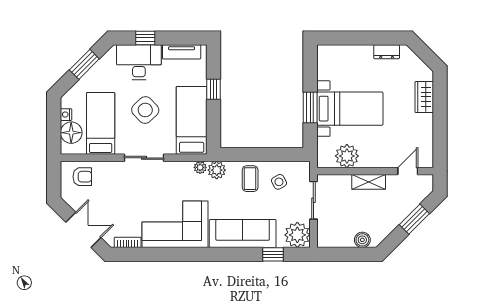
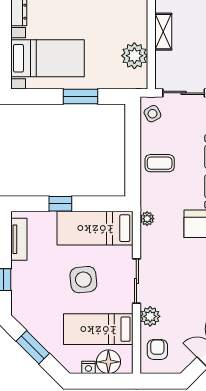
desk: (139, 62) -> (30, 287), removed
bed with nightstands: (350, 109) -> (47, 58), moved, turned 90
side table: (145, 110) -> (83, 280), turned 38
plant: (217, 170) -> (150, 316), moved
side table: (279, 182) -> (152, 114), moved

